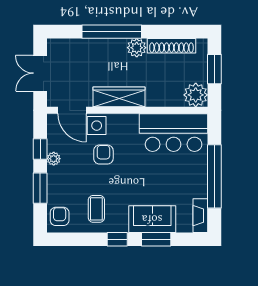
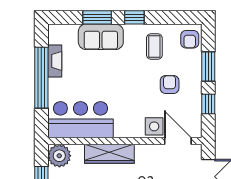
wardrobe: (119, 97) -> (109, 154), moved
armchair: (103, 155) -> (170, 84), moved, turned 180
plant: (54, 159) -> (195, 95), removed
fireplace: (200, 216) -> (55, 61), moved

